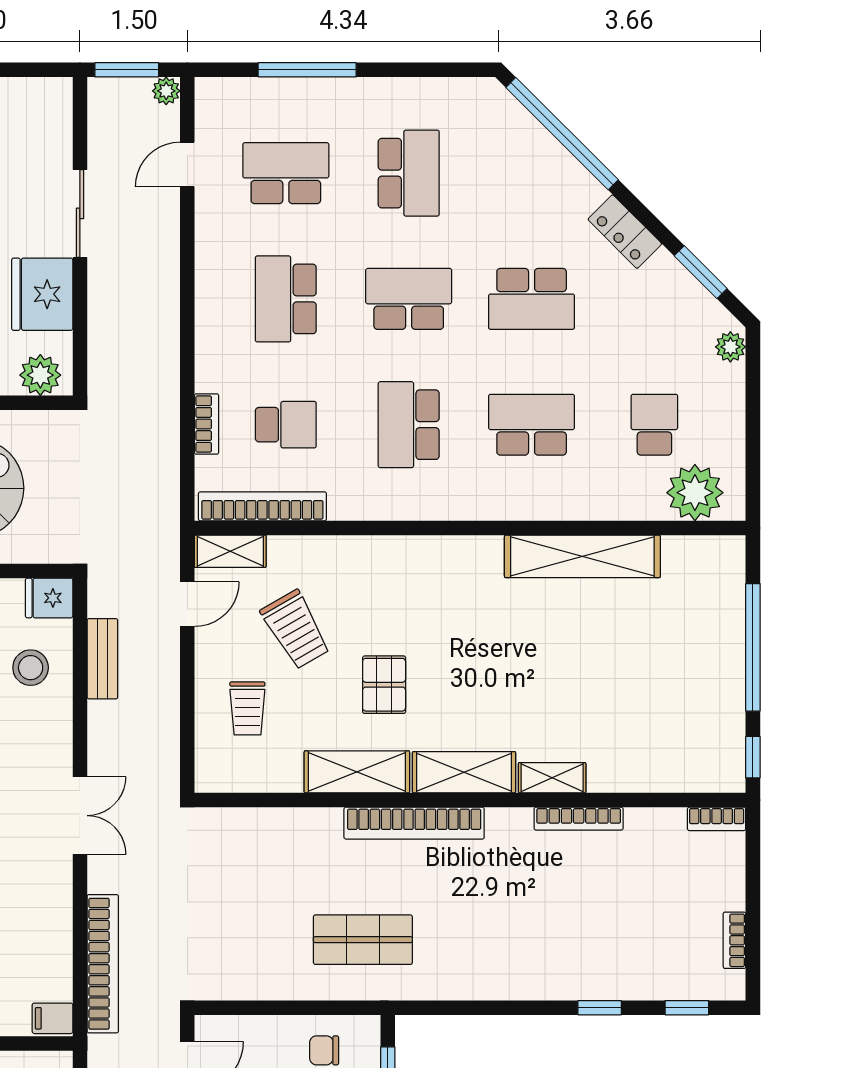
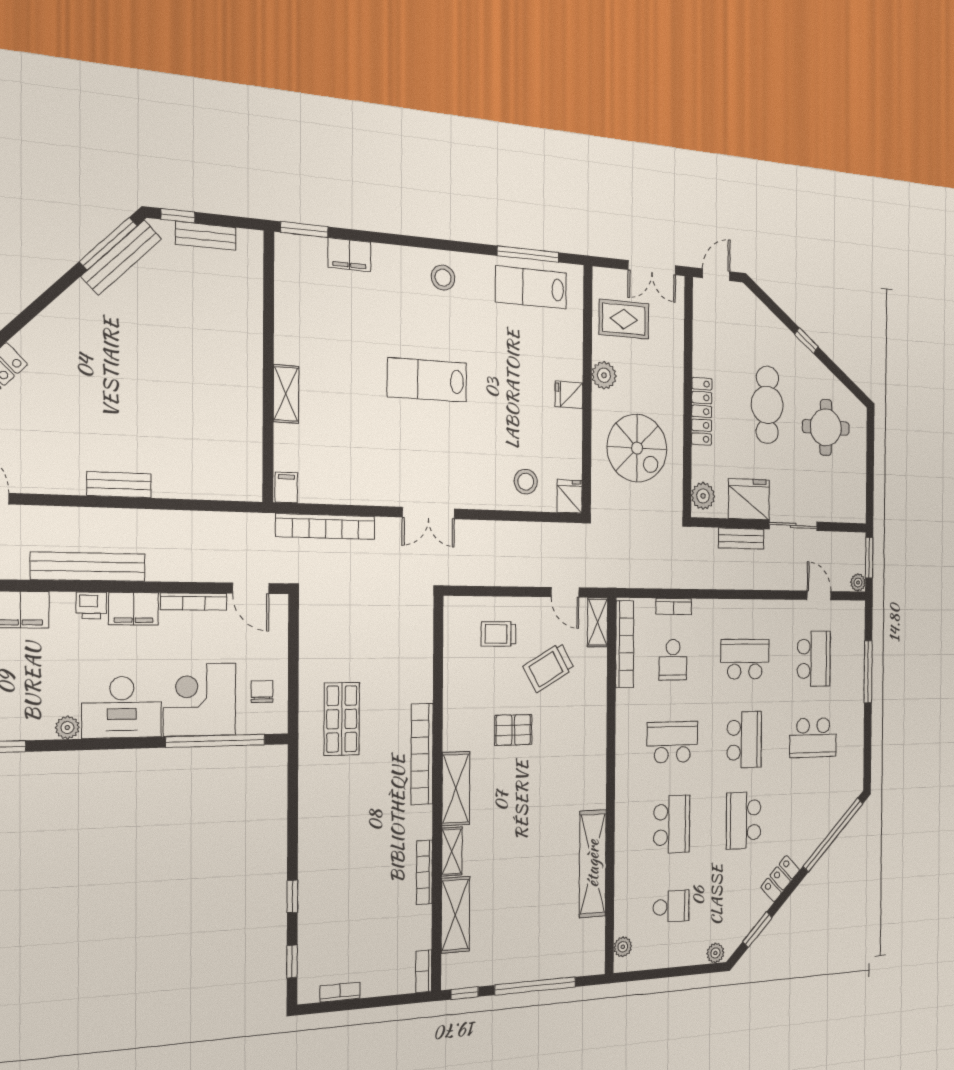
plant: (695, 493) -> (623, 947), width x0.53, depth x0.53
bench: (102, 659) -> (741, 539), moved
shelving: (357, 772) -> (455, 915), moved

